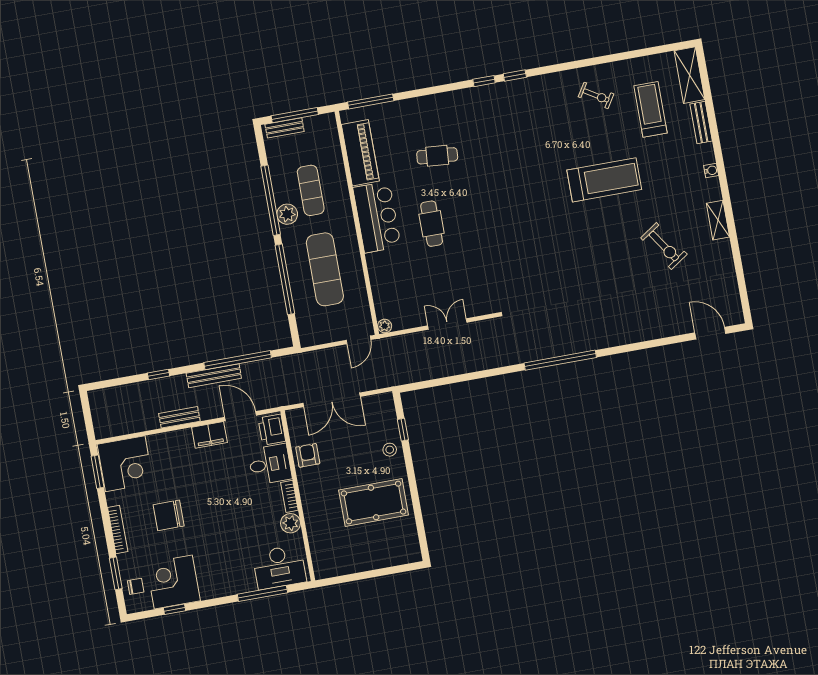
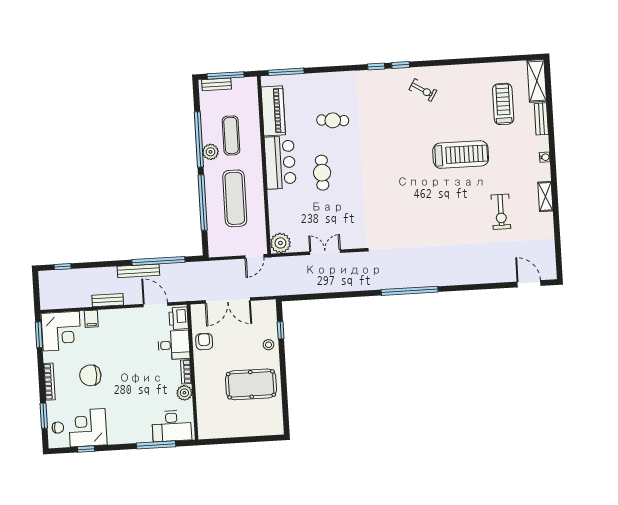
exercise bike: (596, 95) -> (423, 90), moved
exercise bike: (664, 246) -> (501, 212), turned 34
plant: (385, 326) -> (280, 243), width x1.88, depth x1.88
window: (158, 374) -> (63, 267), moved
filing cabinet: (209, 435) -> (91, 319), moved, width x0.50

